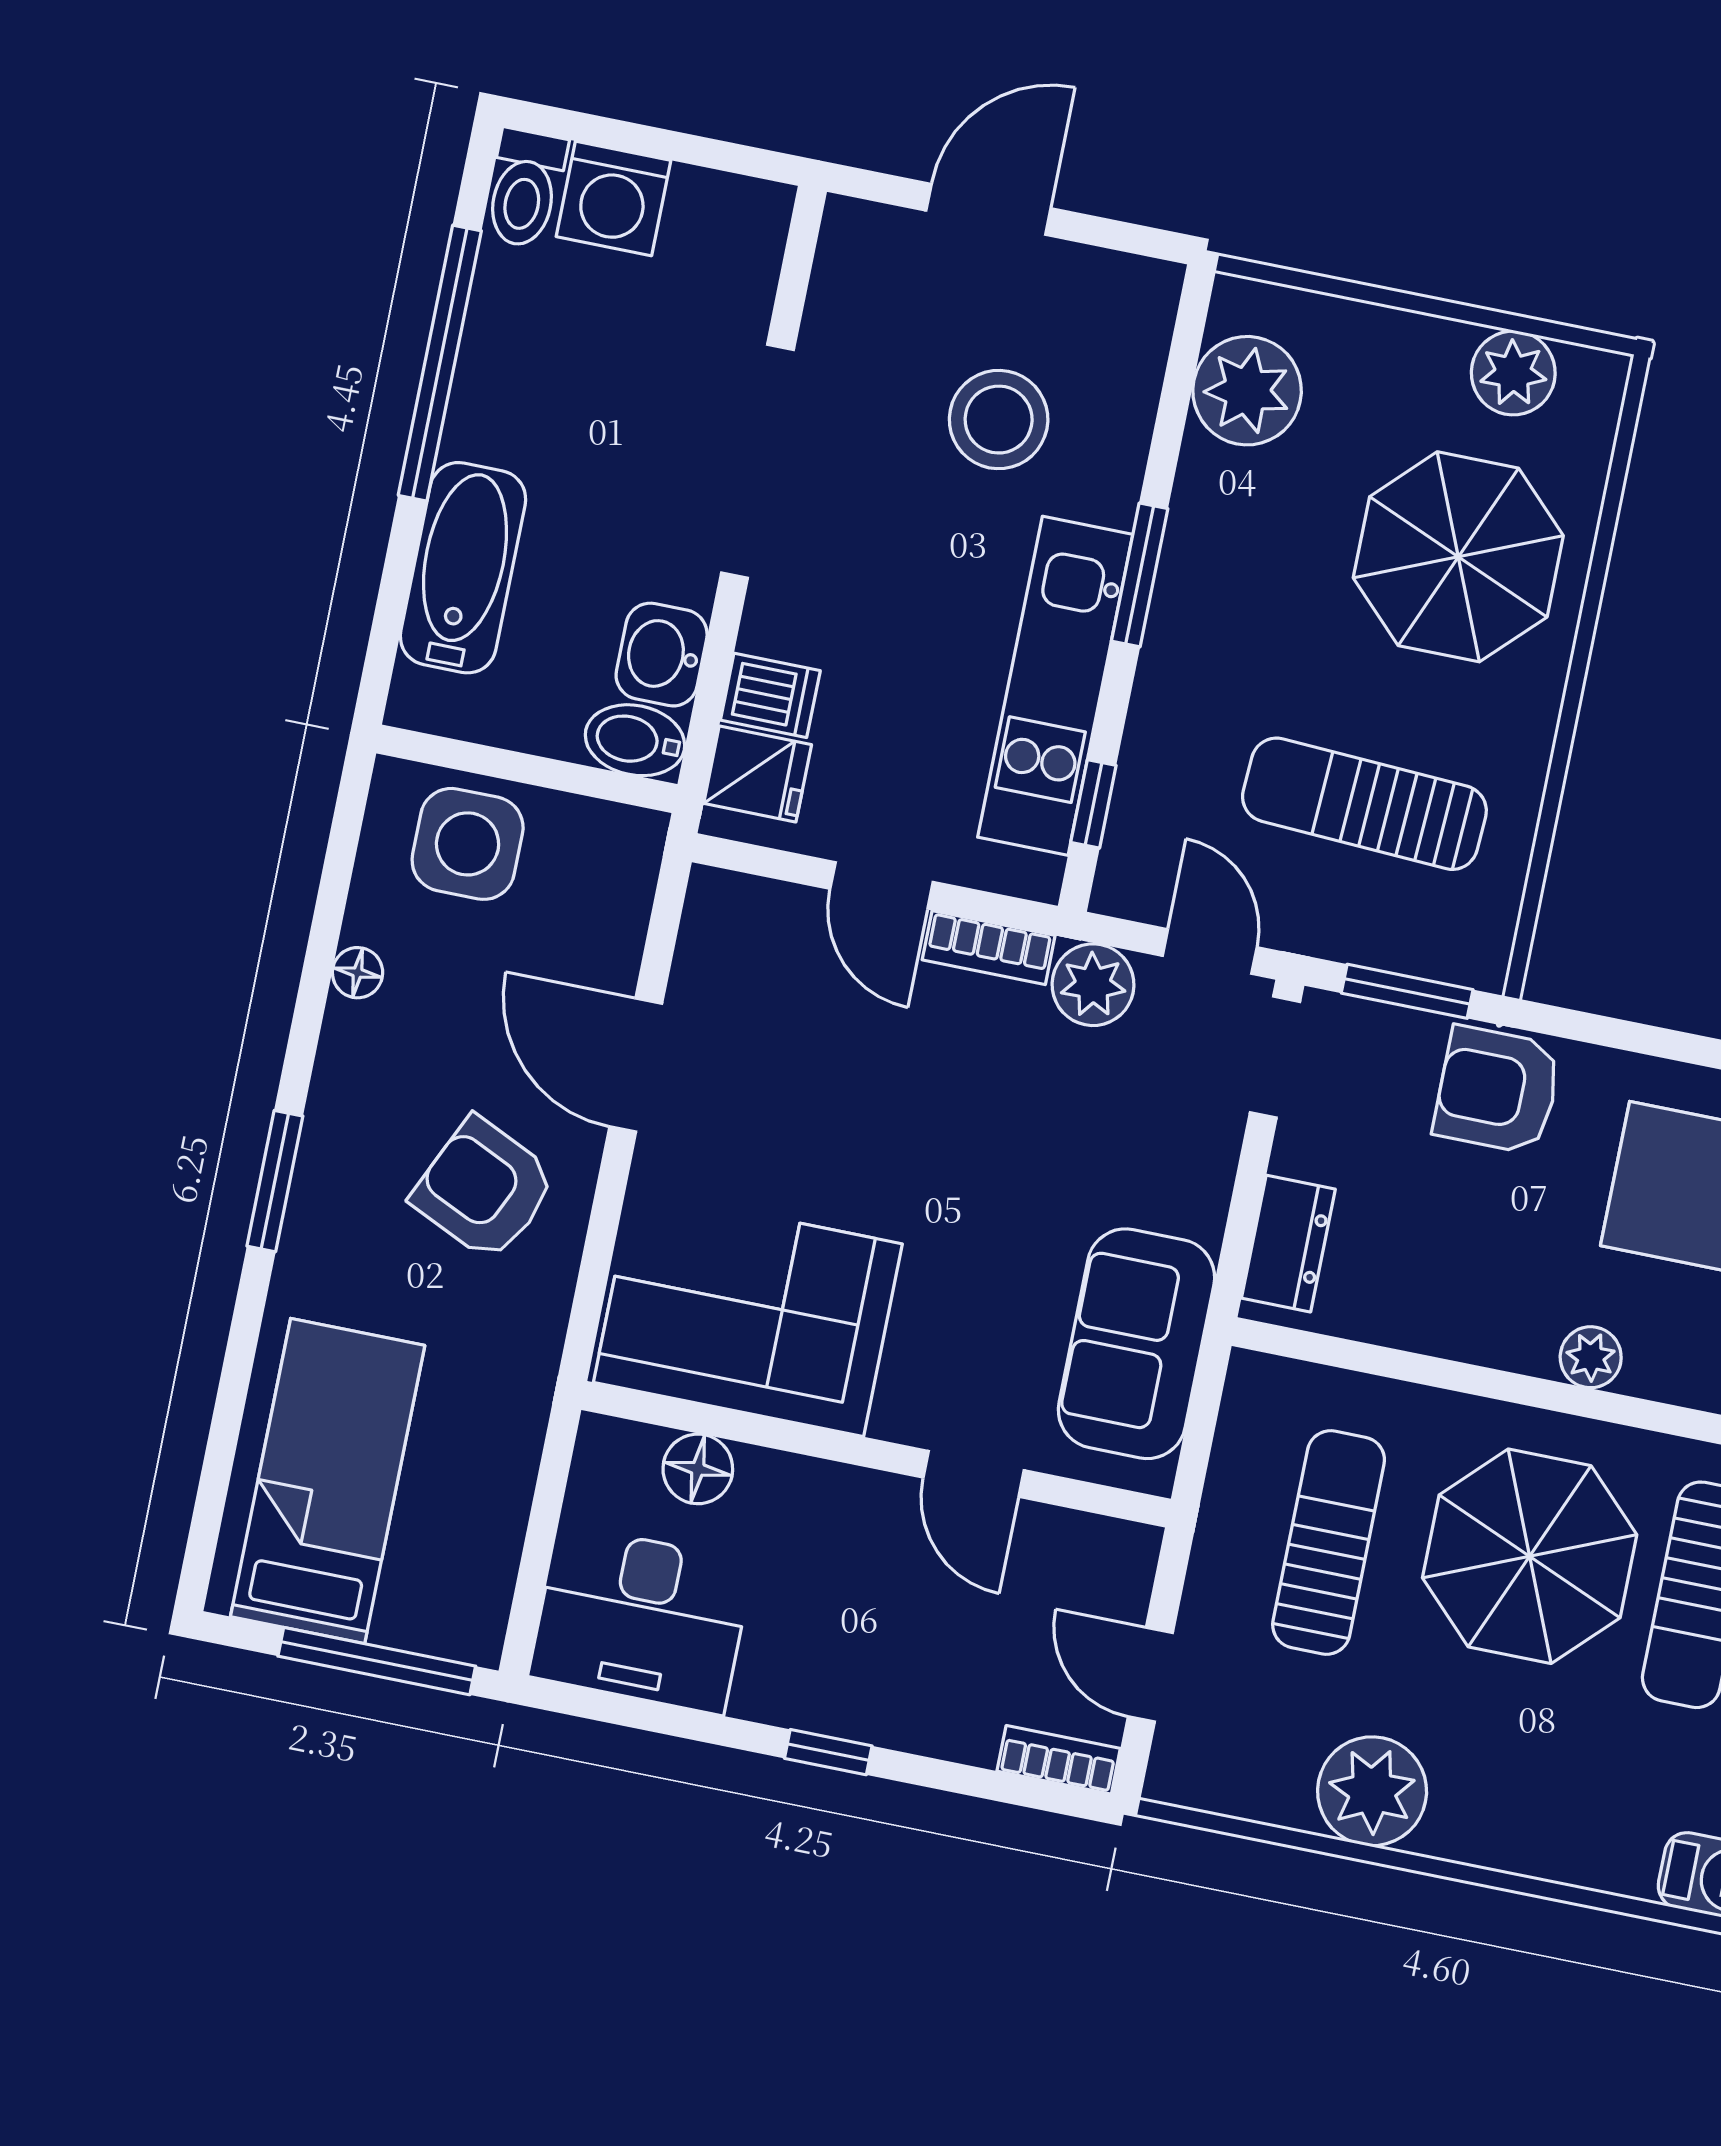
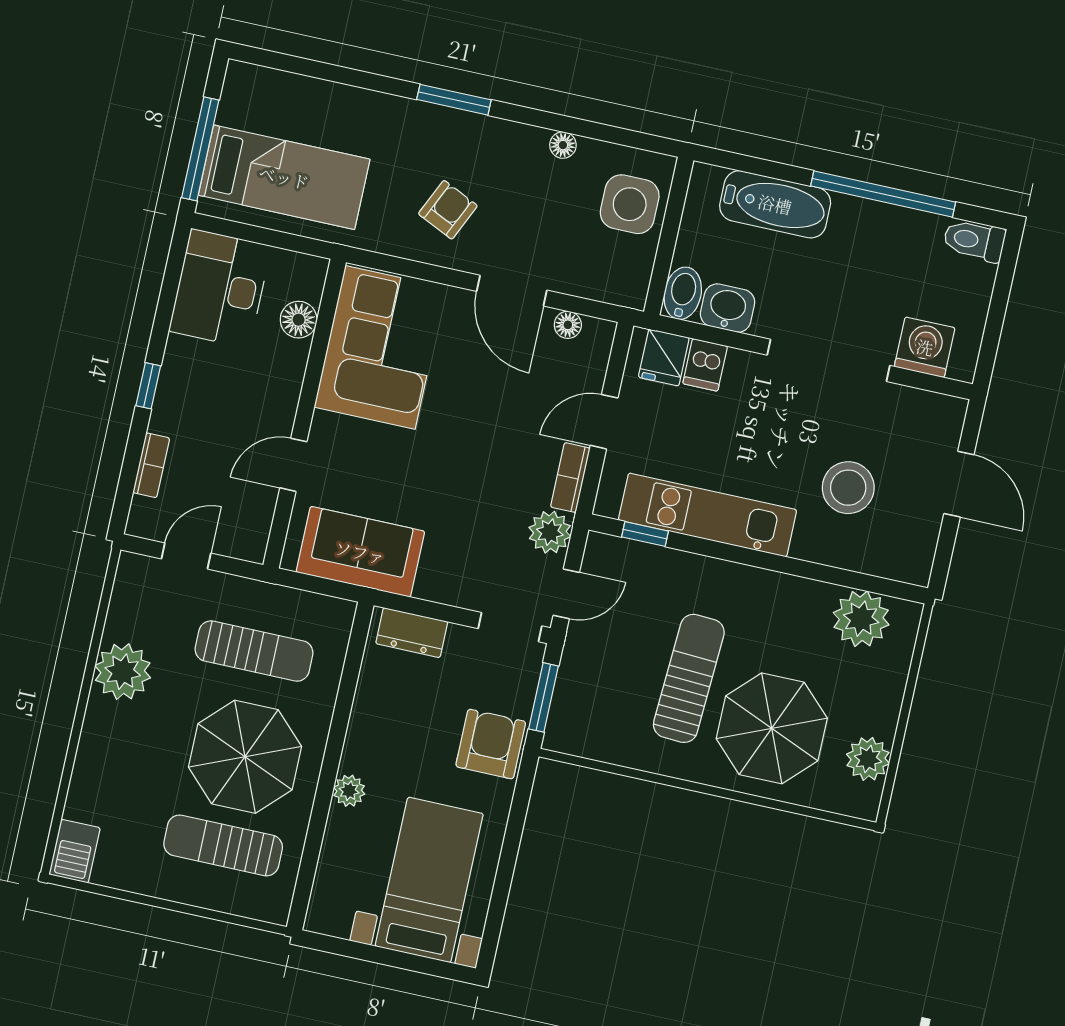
washing machine: (613, 198) -> (925, 347), moved, turned 90
window: (1140, 575) -> (765, 560), removed
sun lounger: (1364, 804) -> (689, 678), moved
floor lamp: (699, 957) -> (568, 325), added
door: (636, 1065) -> (512, 291), swing flipped
armchair: (484, 1189) -> (448, 210), width x0.72, depth x0.72
bed: (328, 1481) -> (284, 177), moved
bookcase: (1059, 1760) -> (151, 465), moved

